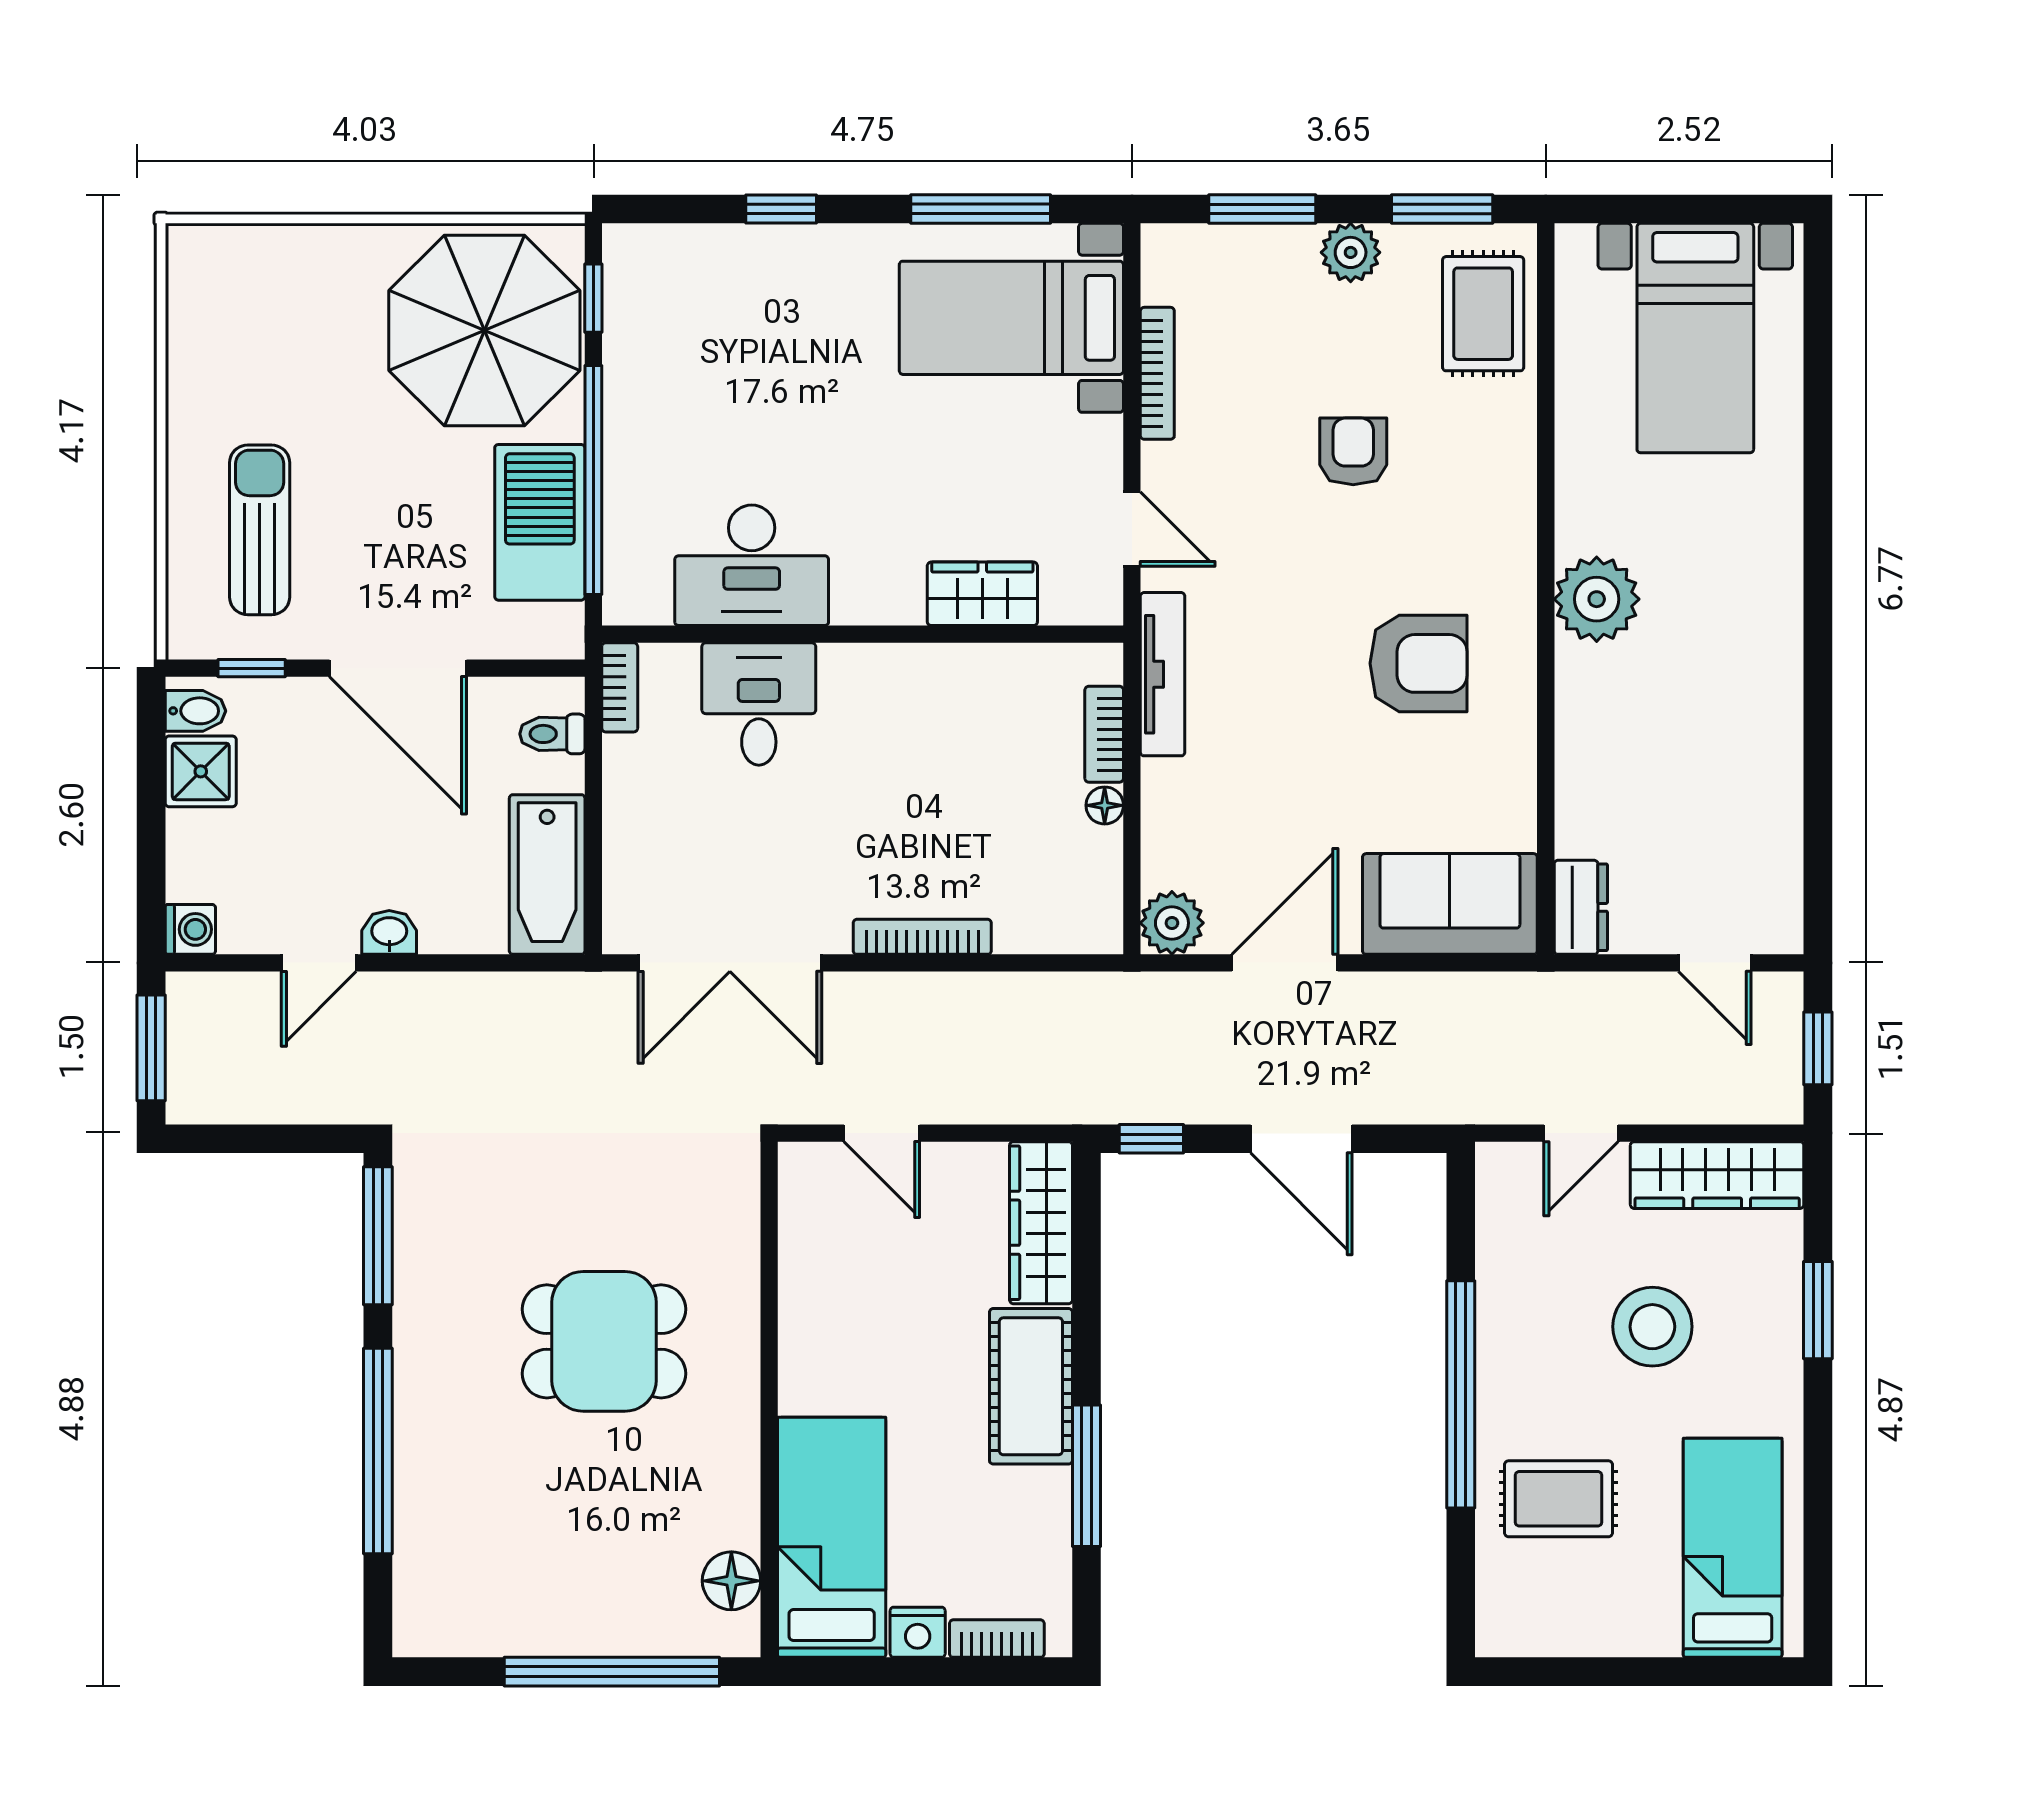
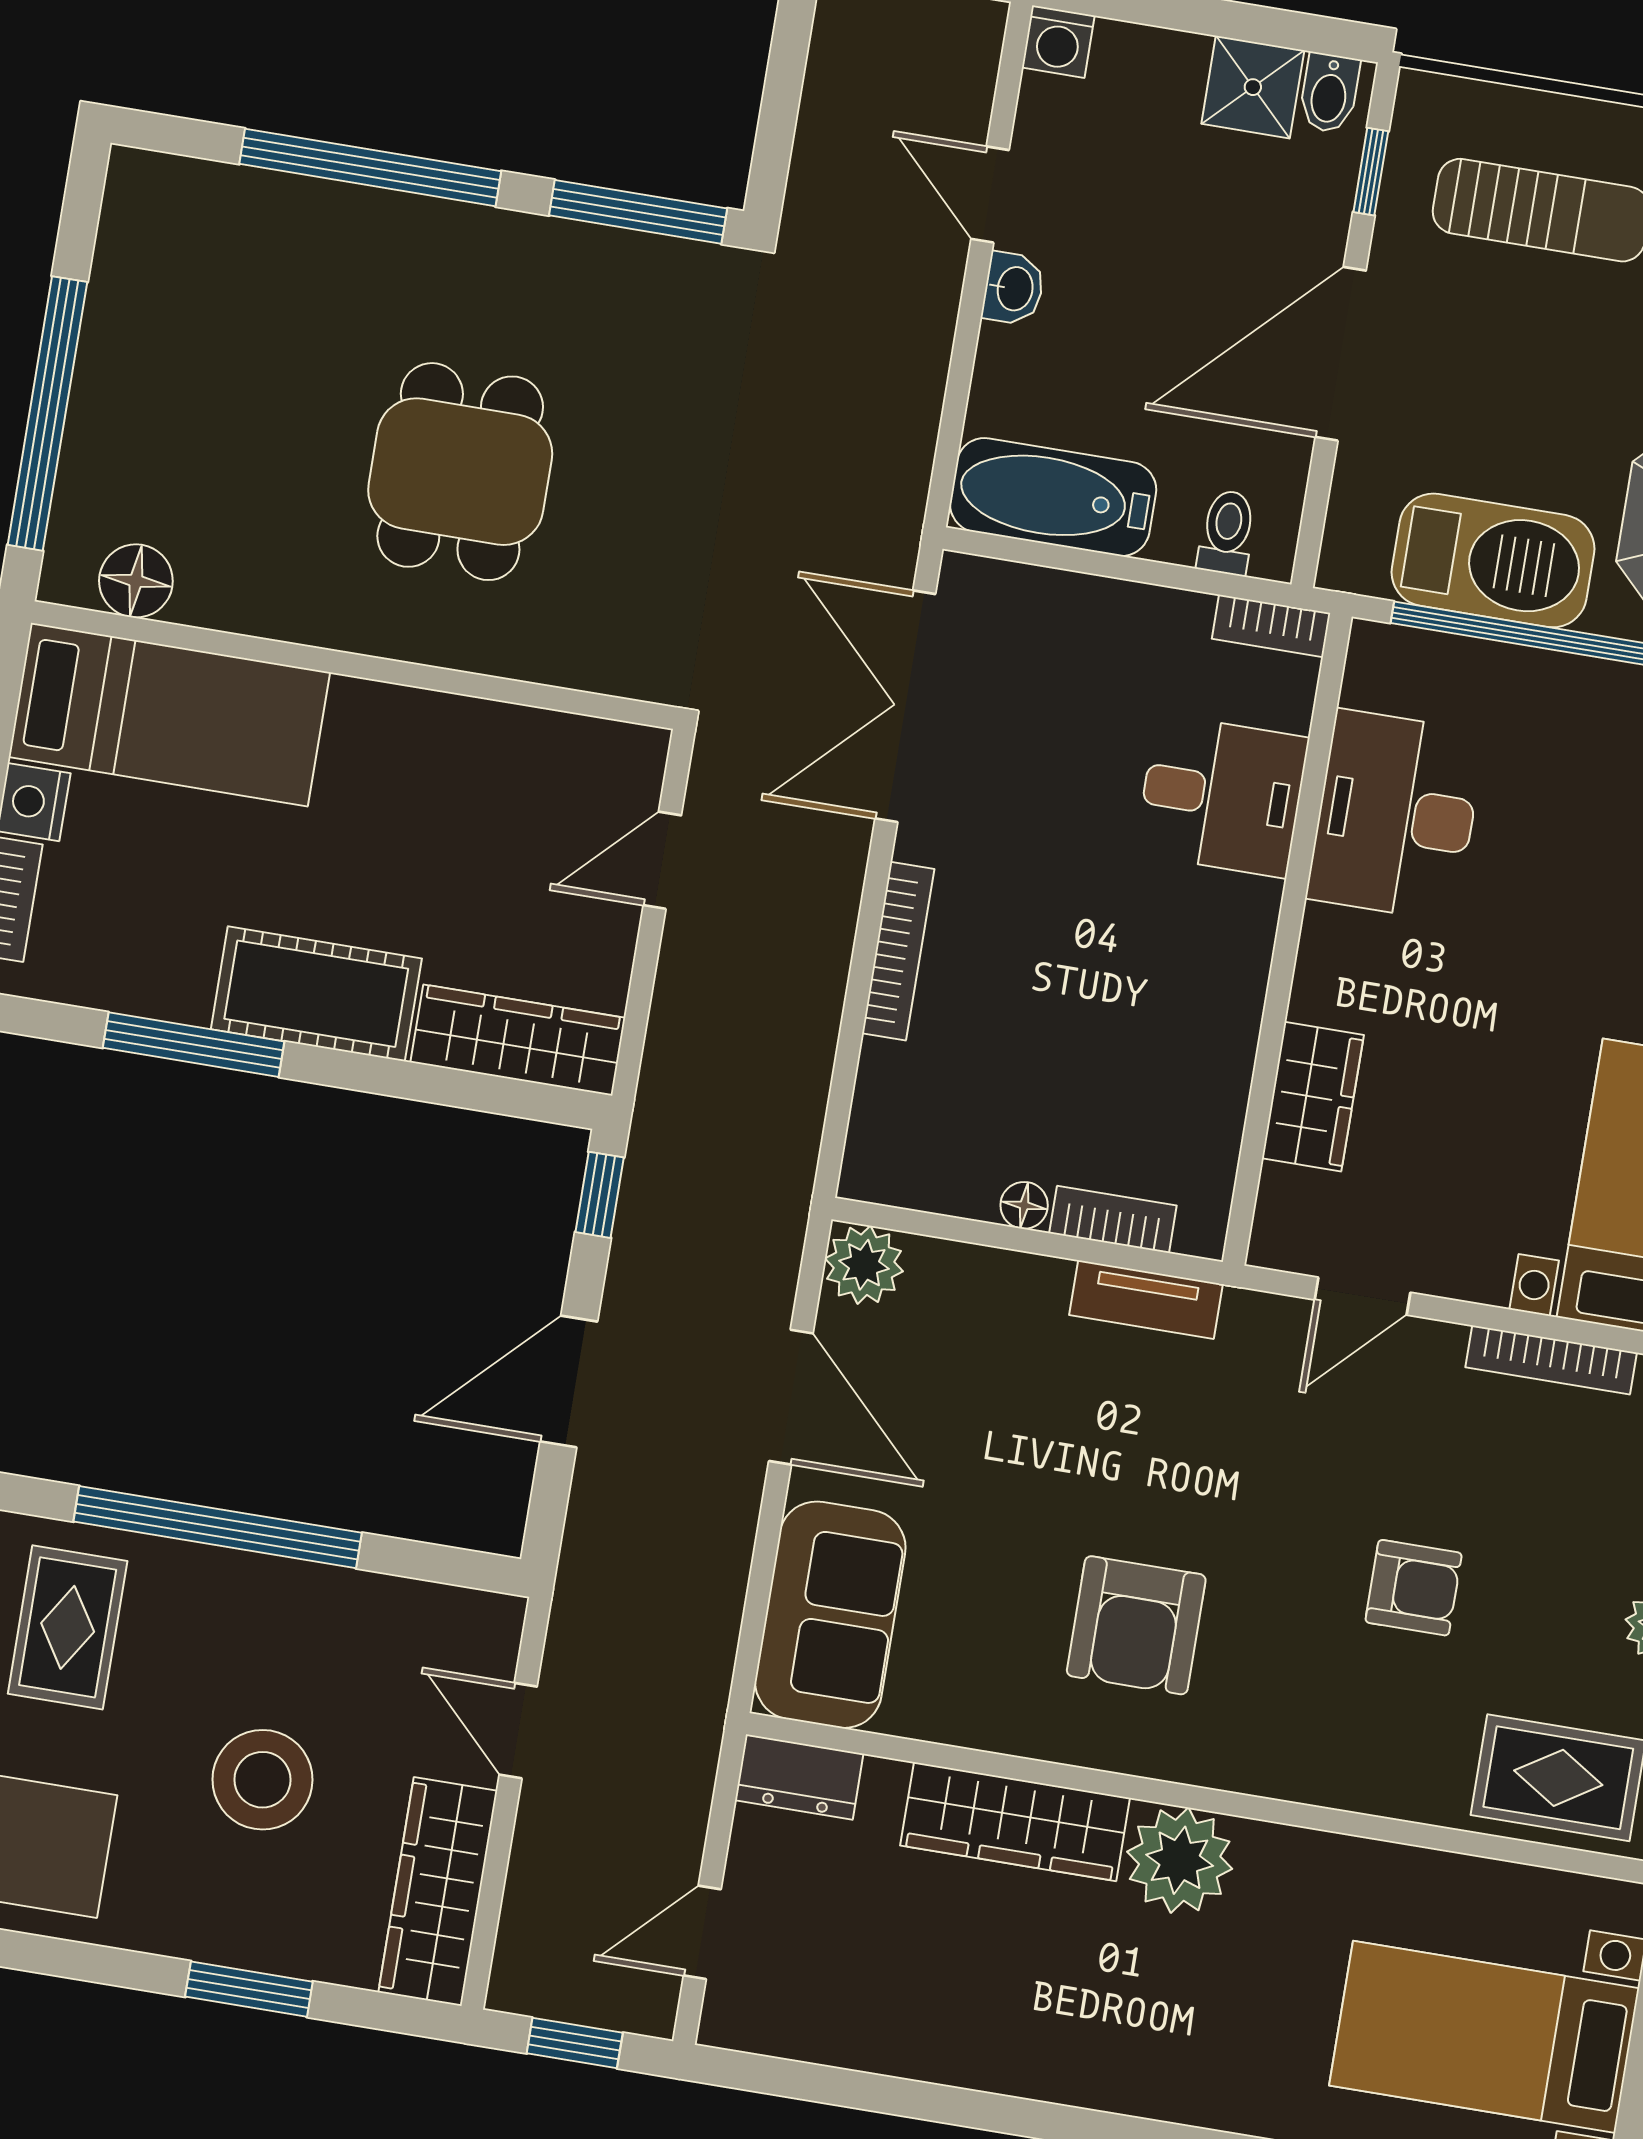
tv unit: (1163, 674) -> (1146, 1300), width x0.71
wardrobe: (1588, 733) -> (1015, 1822), added

